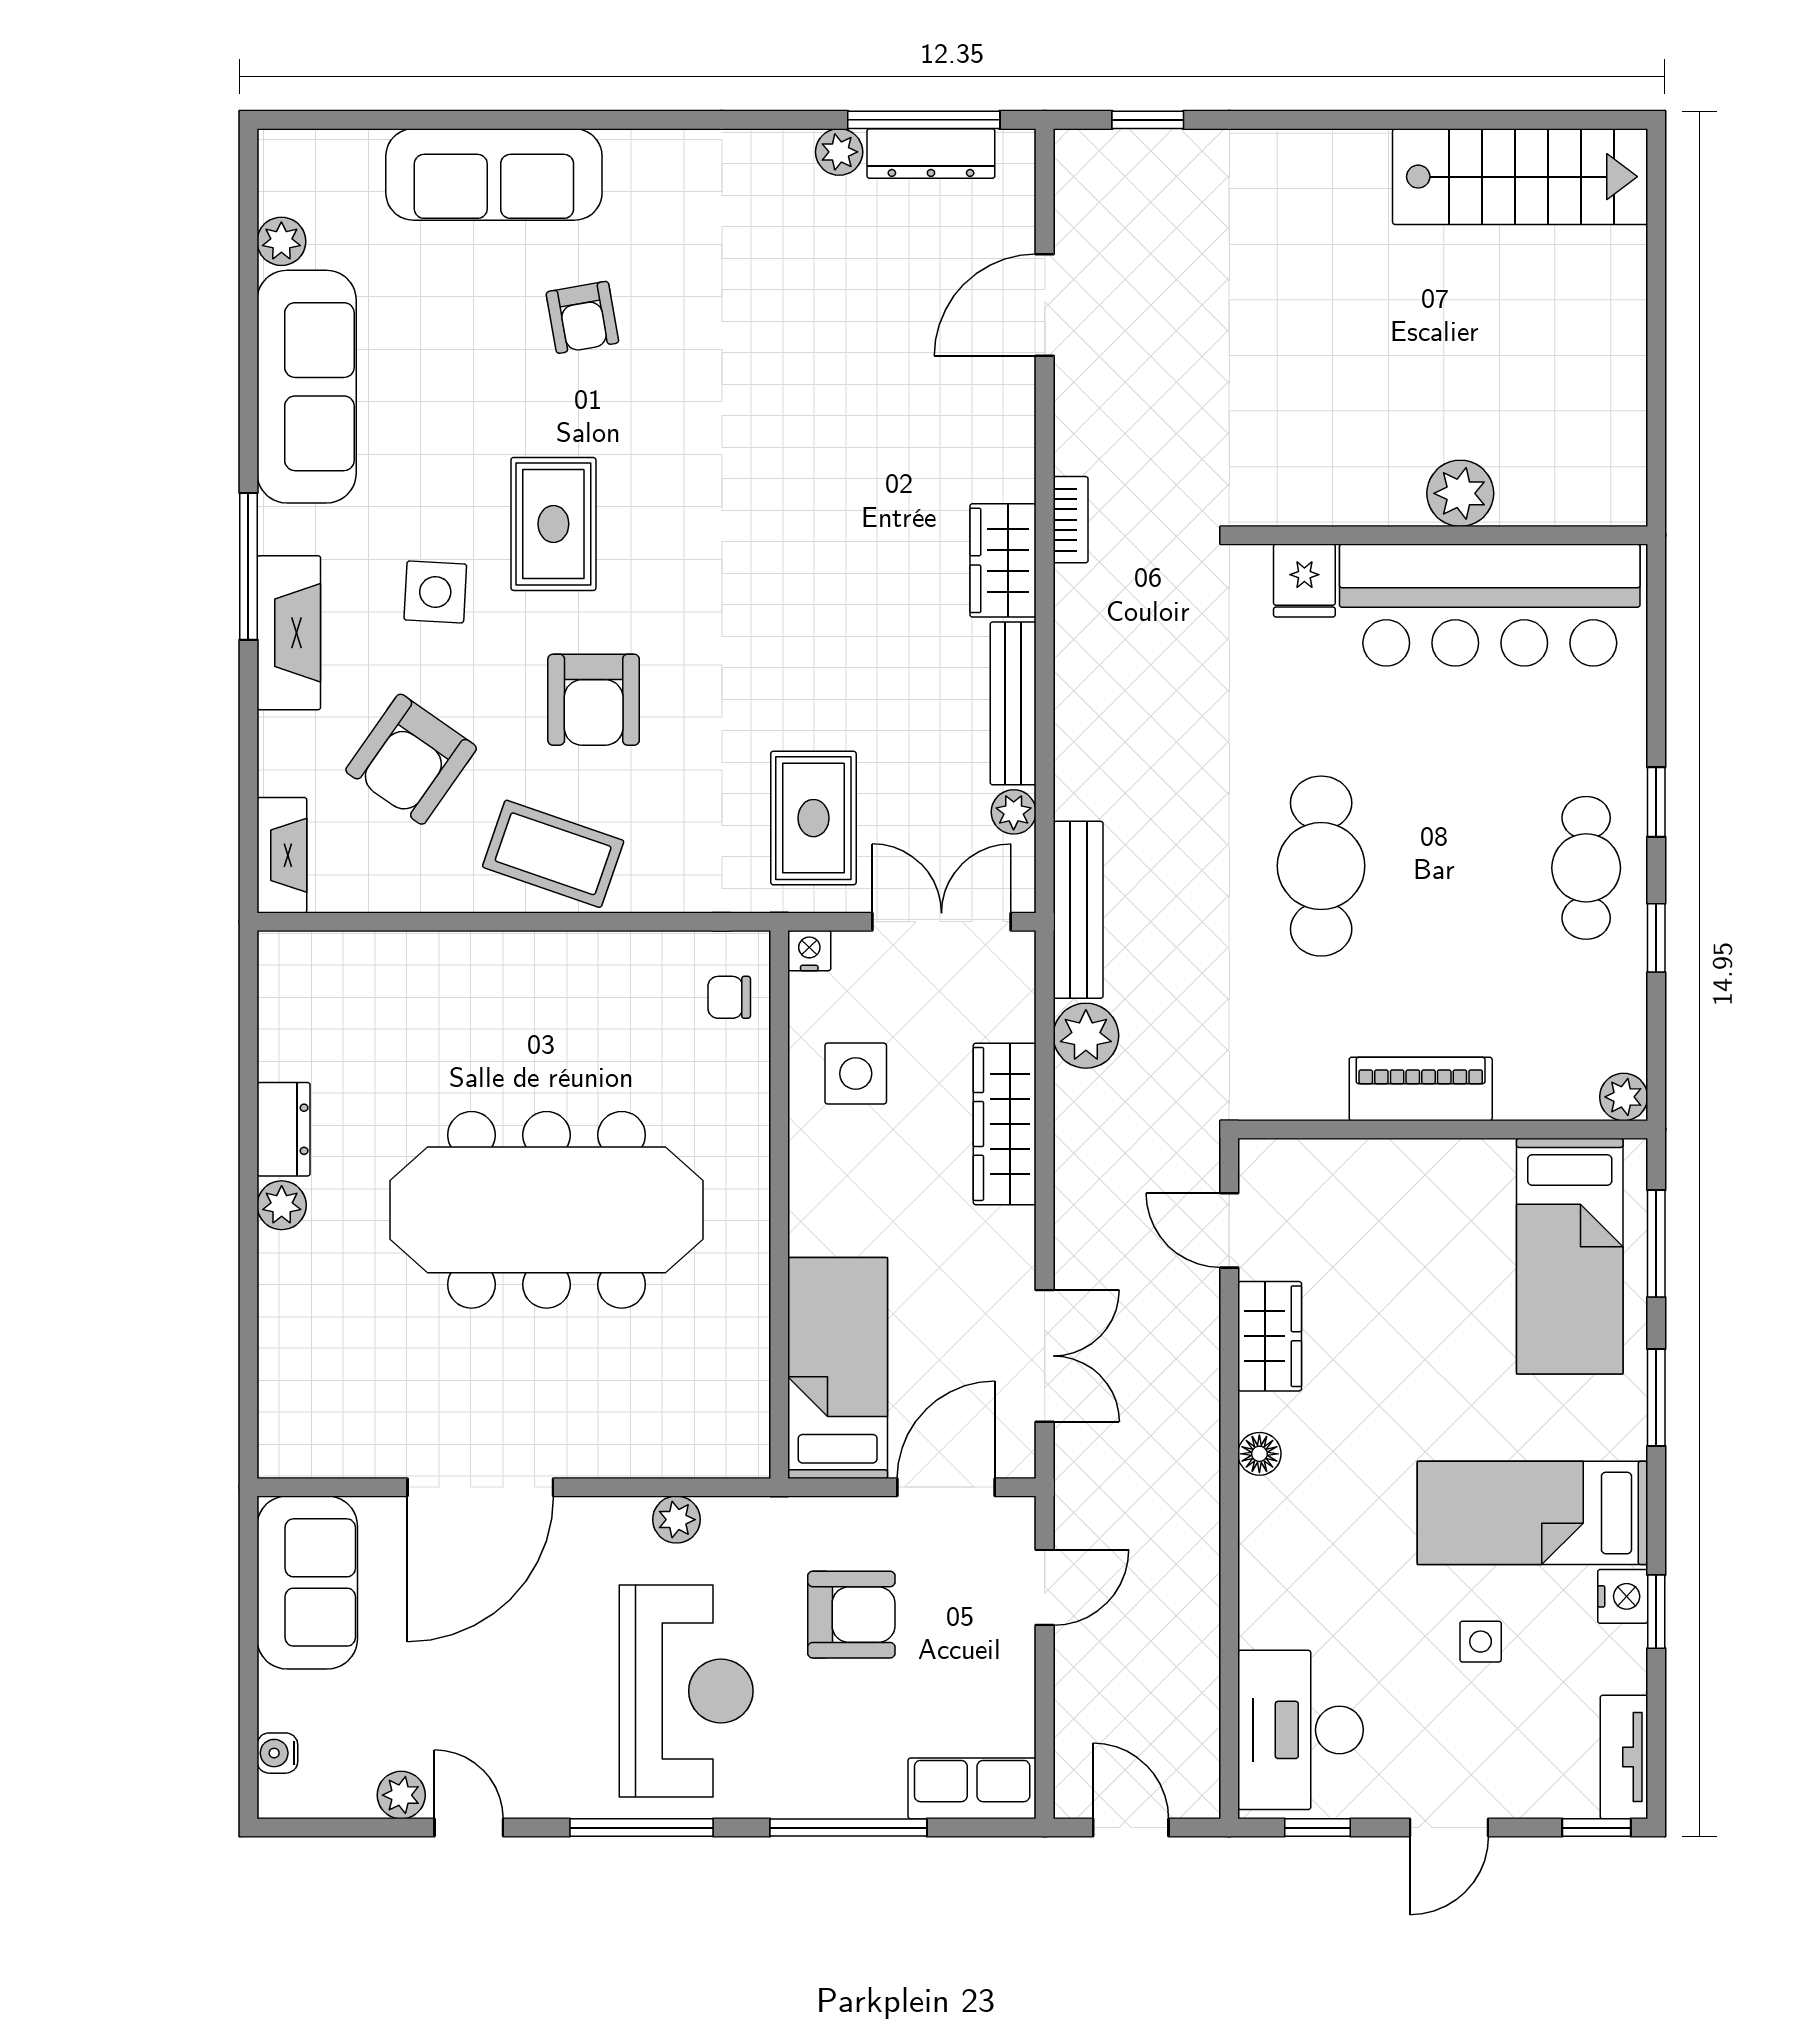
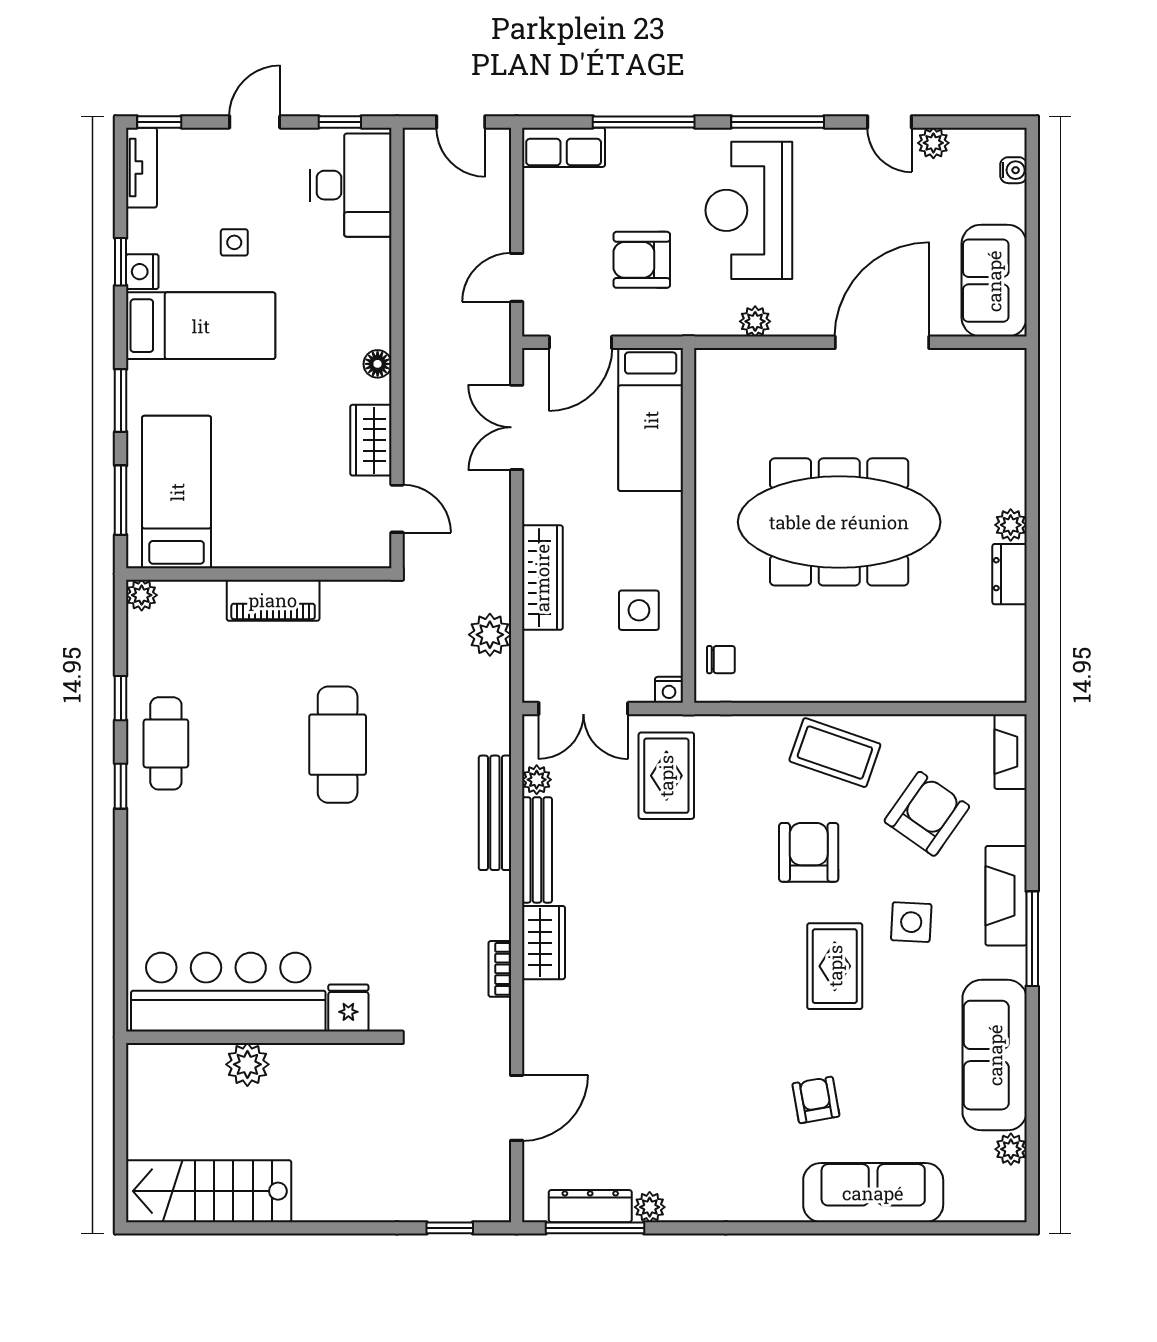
plant: (1460, 493) -> (247, 1064), moved
wall: (1443, 535) -> (259, 1037), moved
fridge: (1304, 581) -> (348, 1008), moved
bar counter: (1490, 605) -> (228, 992), moved
bench: (1078, 910) -> (495, 813), moved

